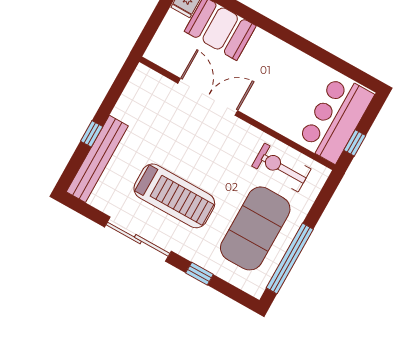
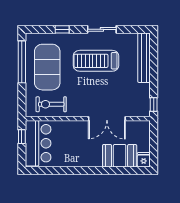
window: (92, 134) -> (154, 104), moved
exercise bike: (281, 168) -> (51, 104), turned 180
sliding door: (138, 239) -> (102, 29), width x0.73

